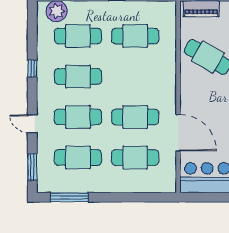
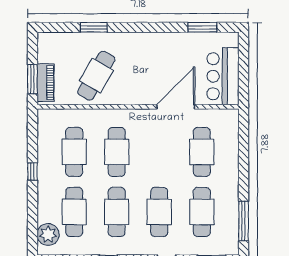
cafe table: (135, 117) -> (117, 152), moved

